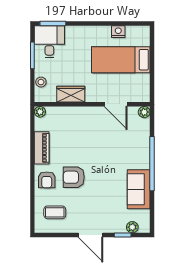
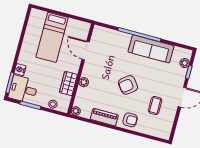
nightstand: (118, 32) -> (20, 70), moved
door: (116, 104) -> (86, 51), swing flipped
plant: (144, 112) -> (84, 82), moved
armchair: (74, 177) -> (128, 85), moved, turned 52
sofa: (139, 189) -> (151, 49), width x1.36
coffee table: (55, 212) -> (155, 105), moved

